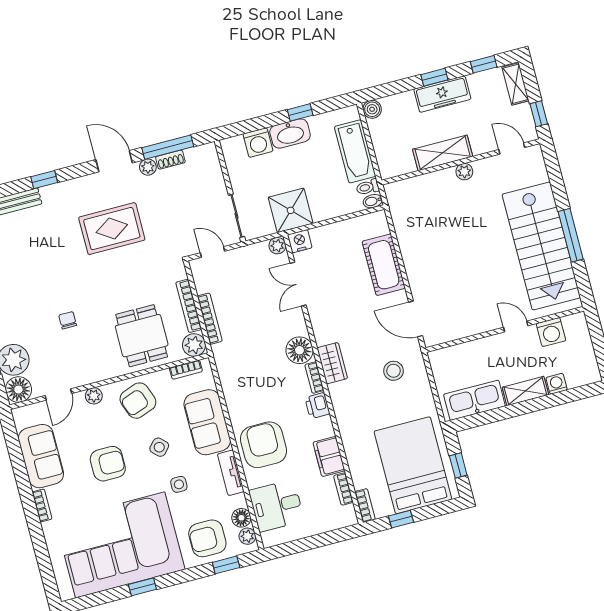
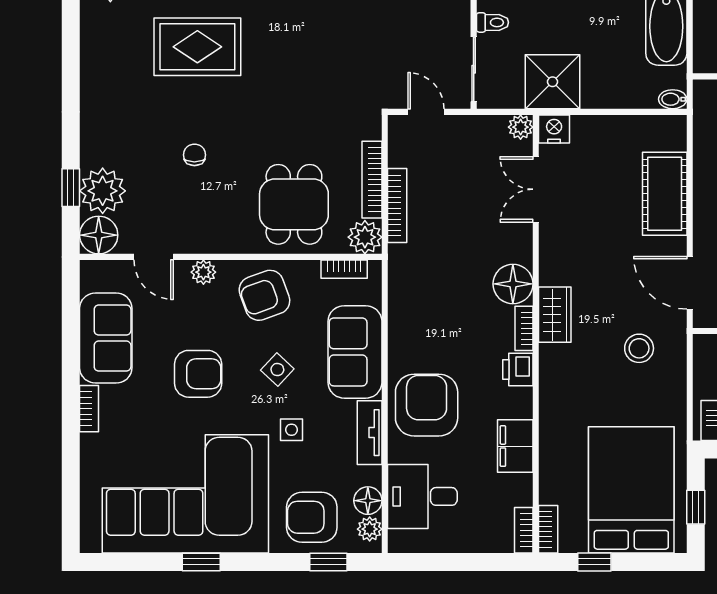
toilet: (368, 187) -> (492, 22), moved, turned 180
rug: (112, 229) -> (197, 47), moved
door: (58, 394) -> (154, 257), hinge flipped
bookcase: (343, 489) -> (524, 530), moved

